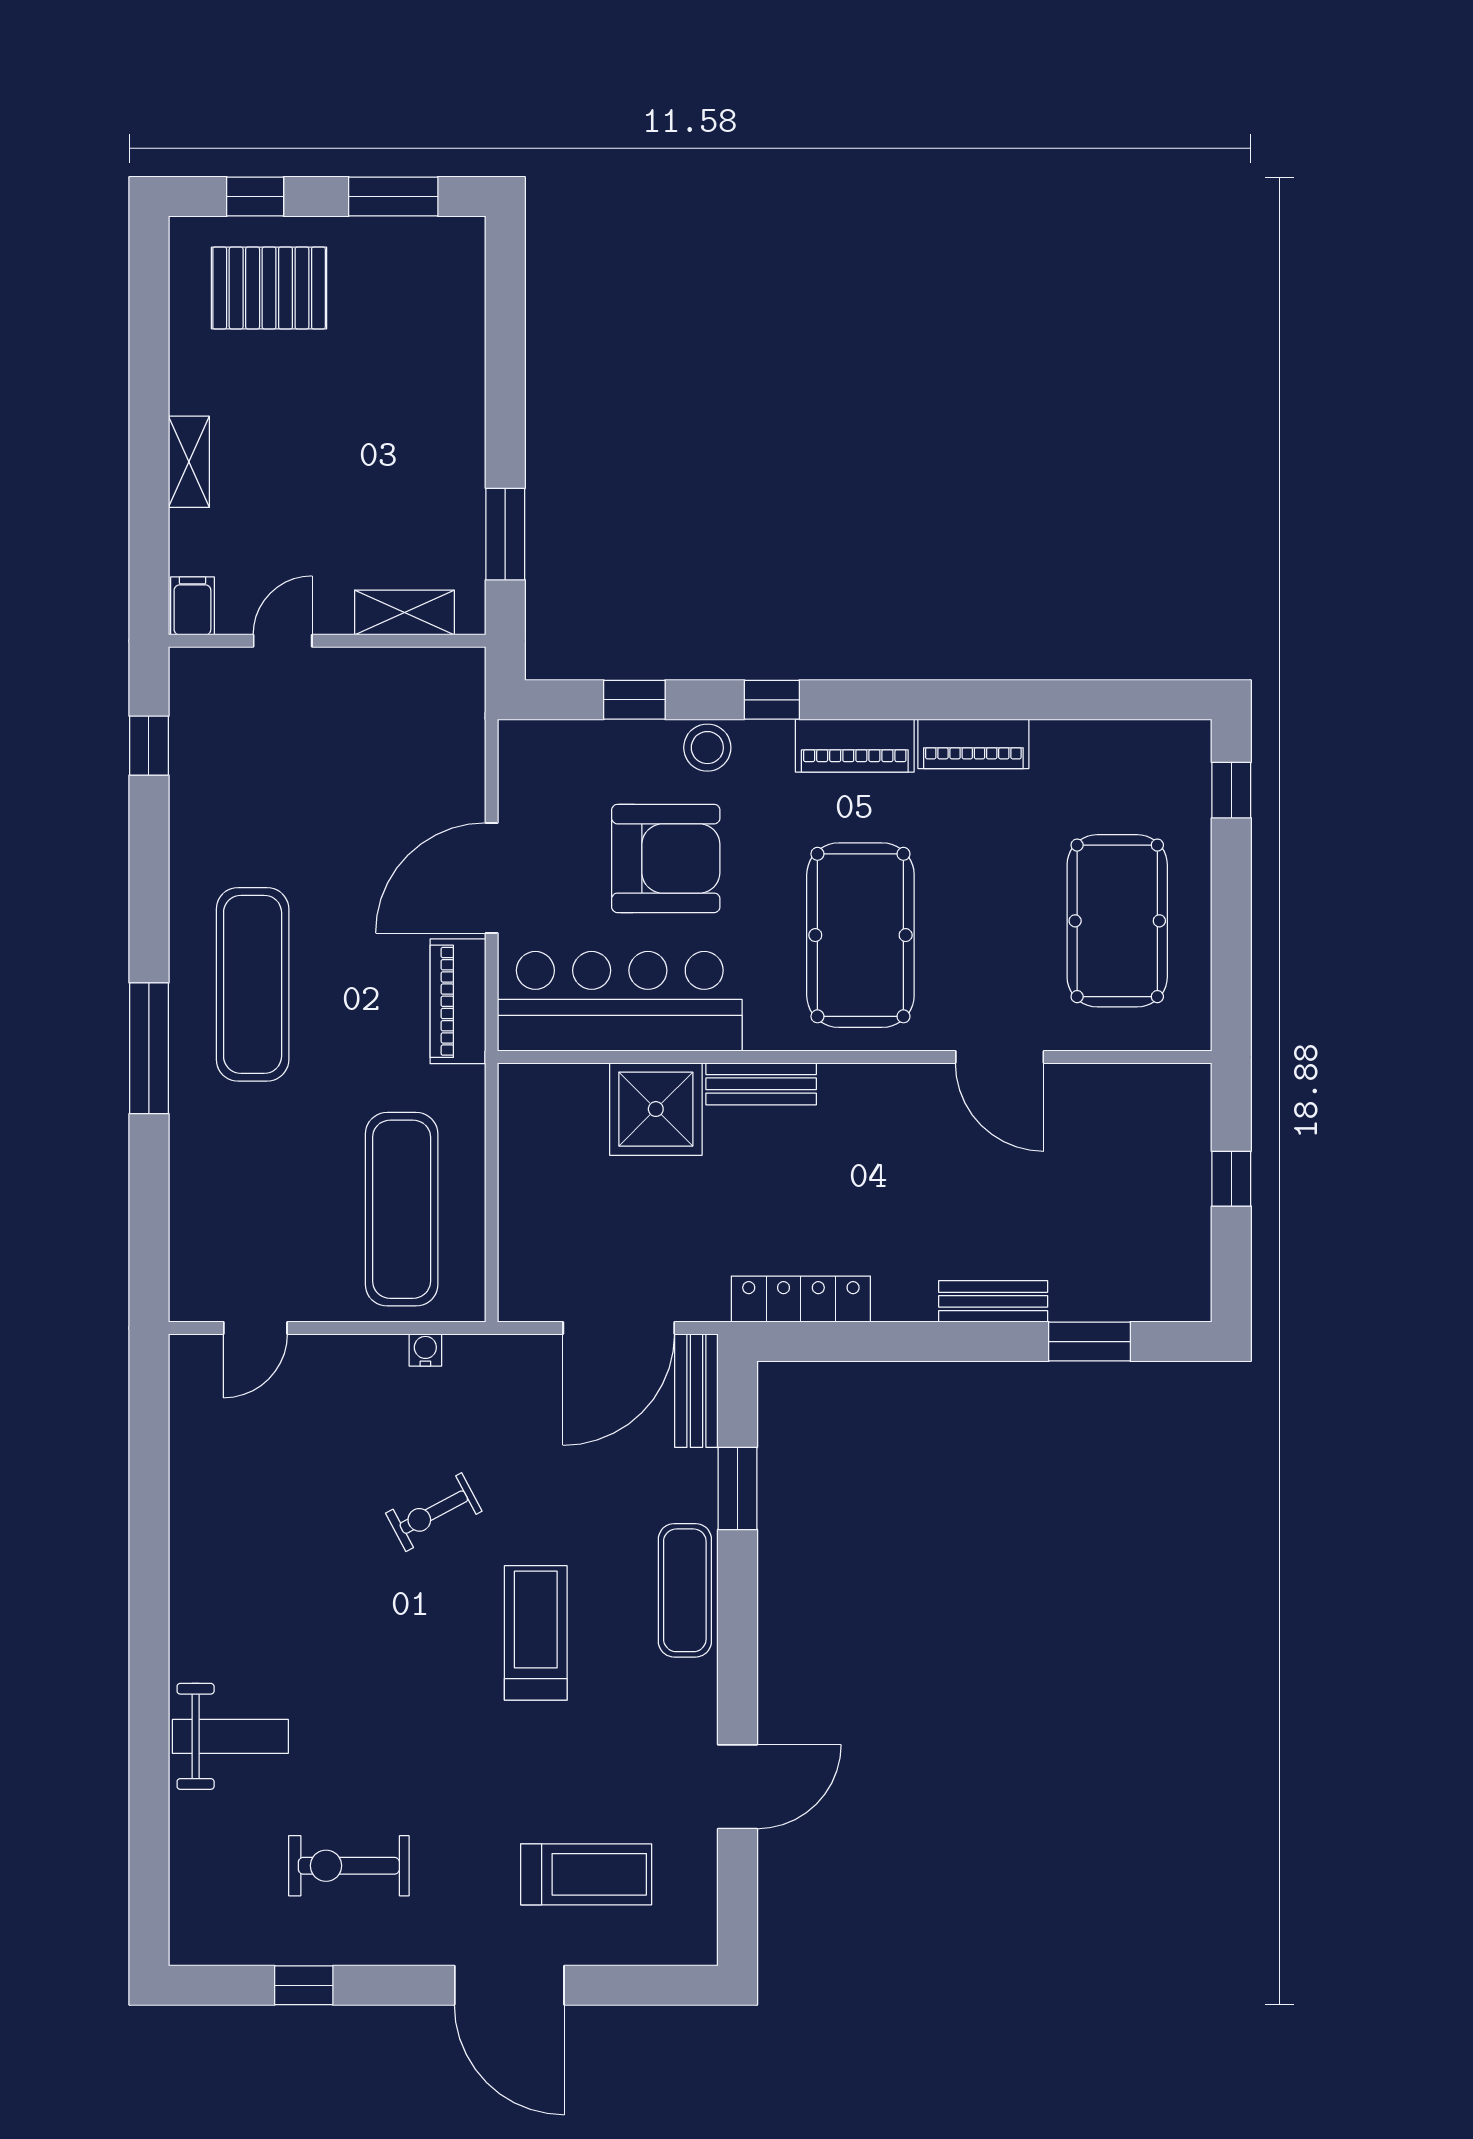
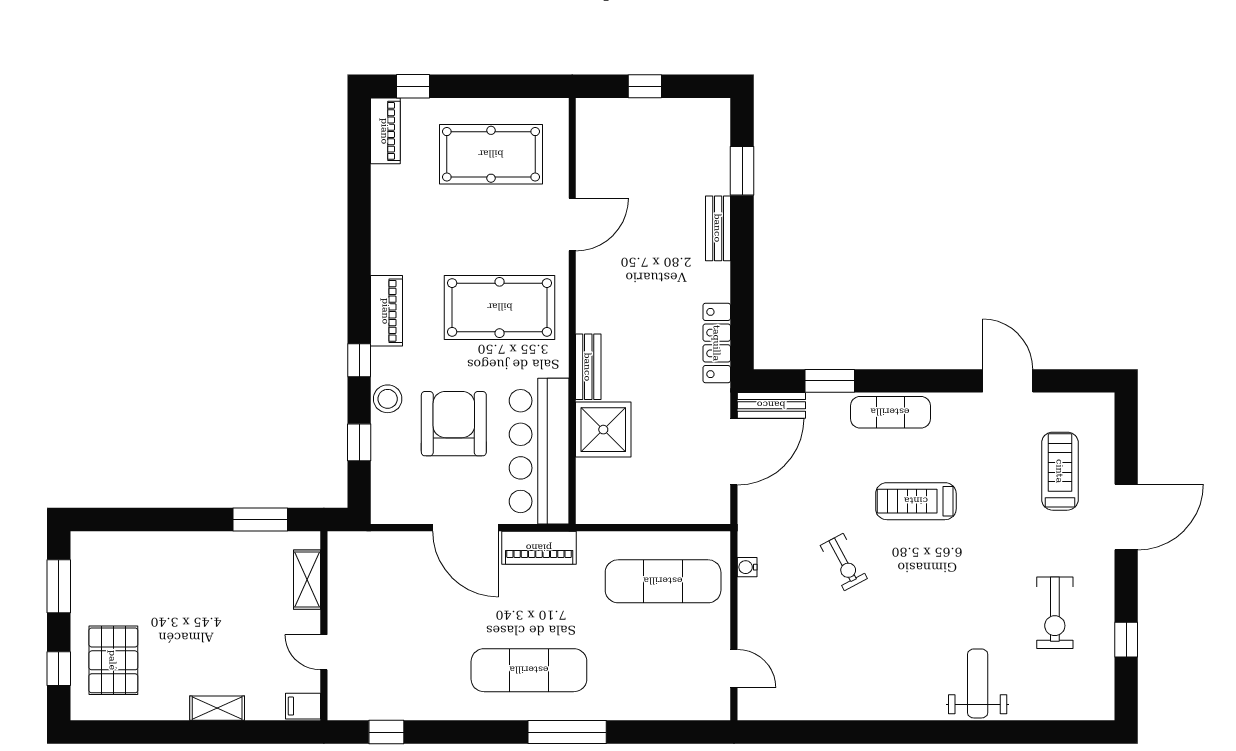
piano: (973, 744) -> (385, 131), moved
door: (619, 1328) -> (734, 452), hinge flipped

